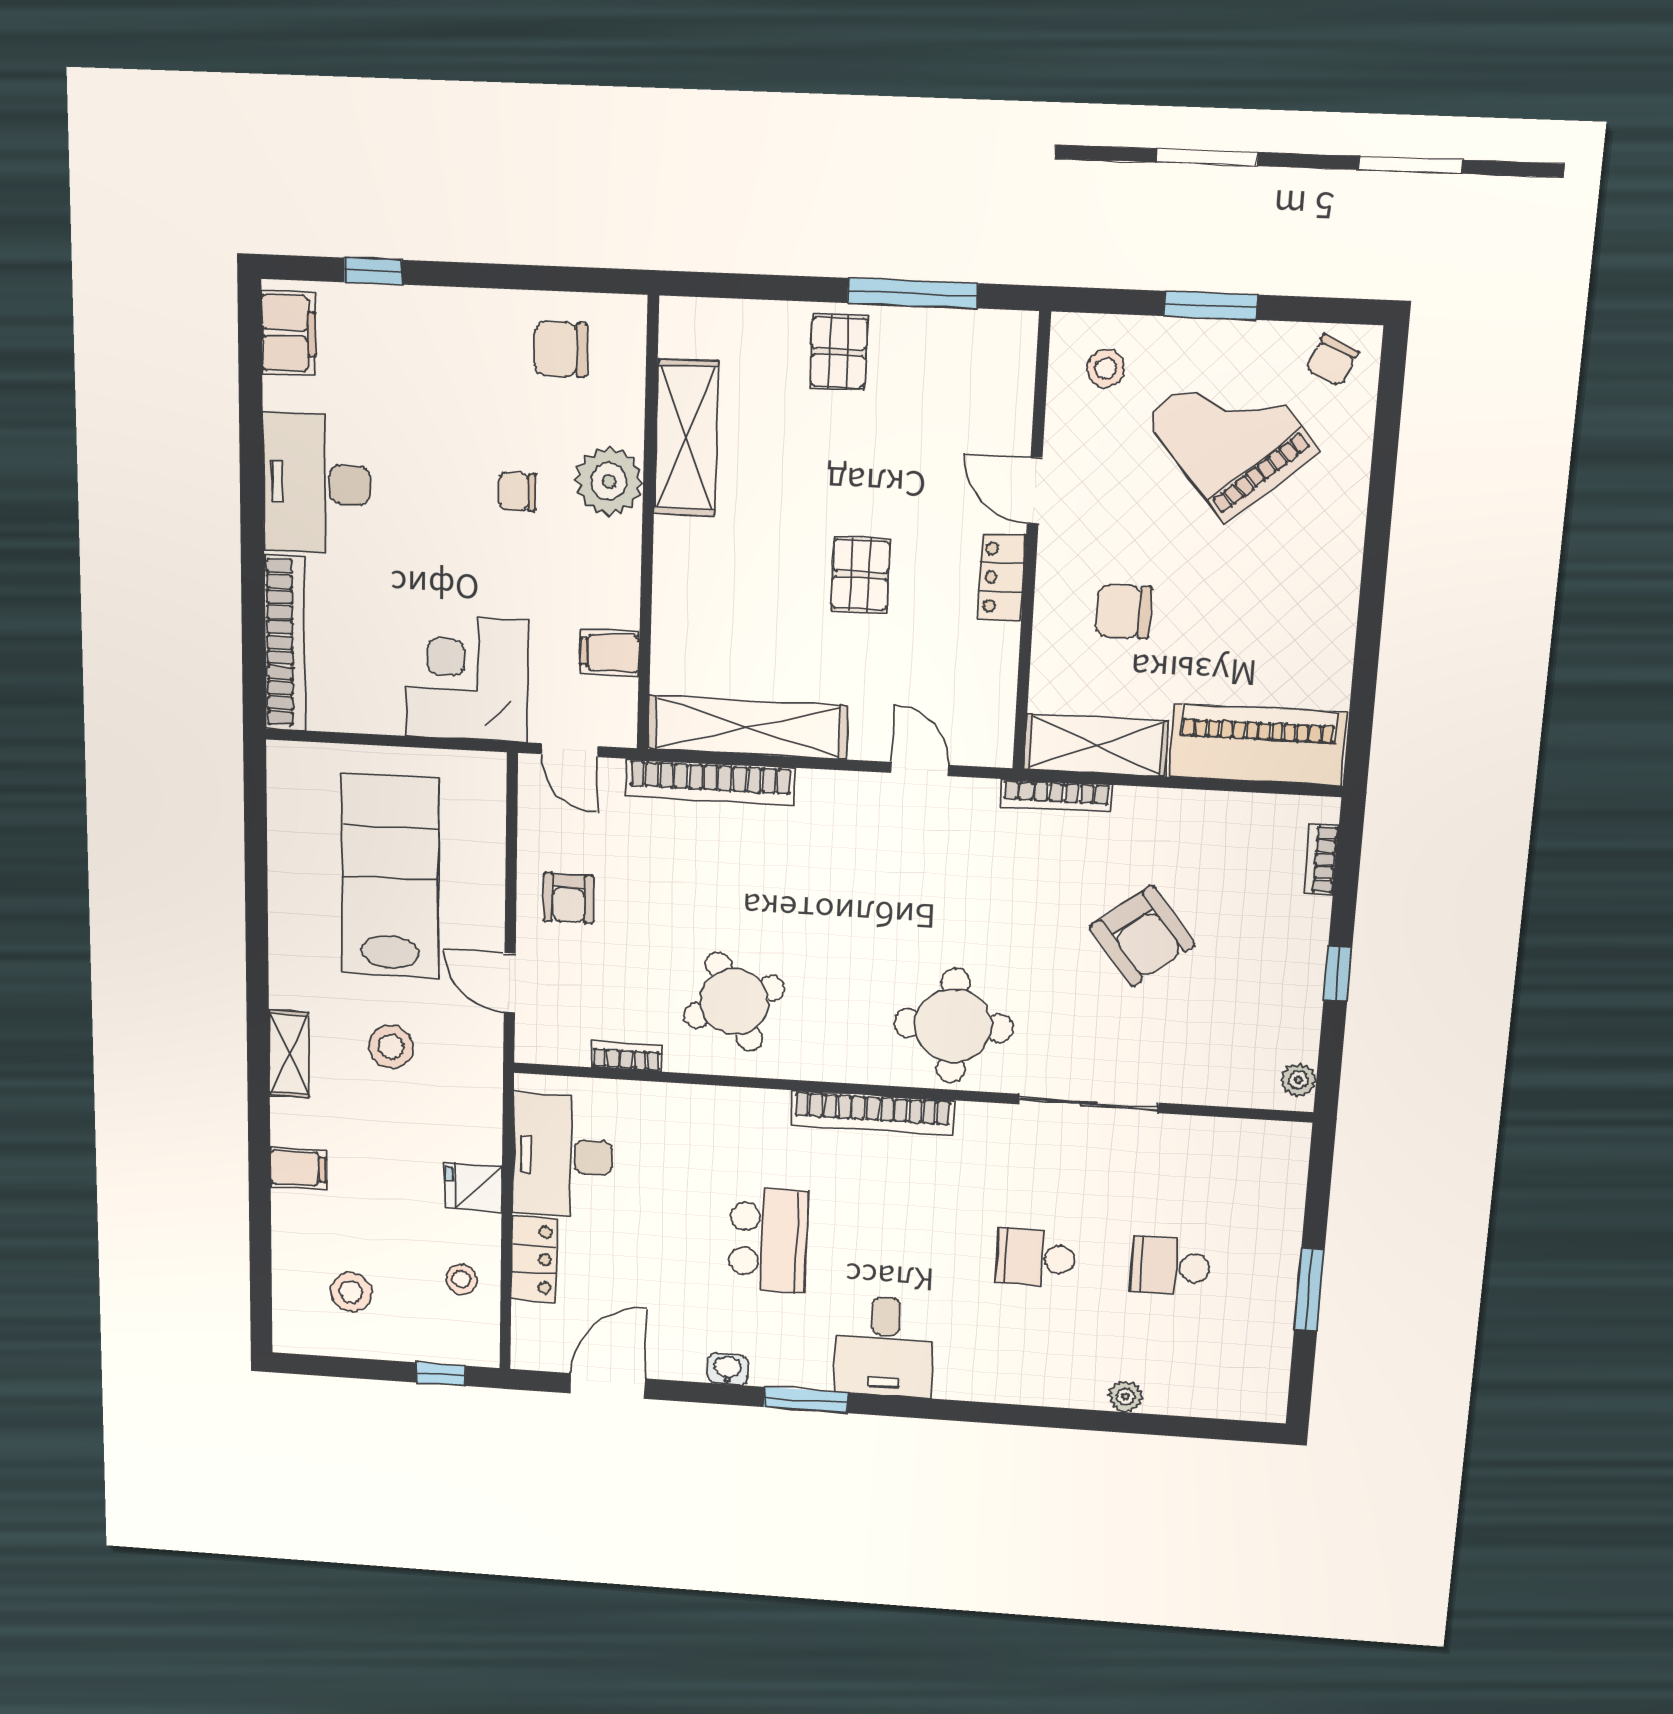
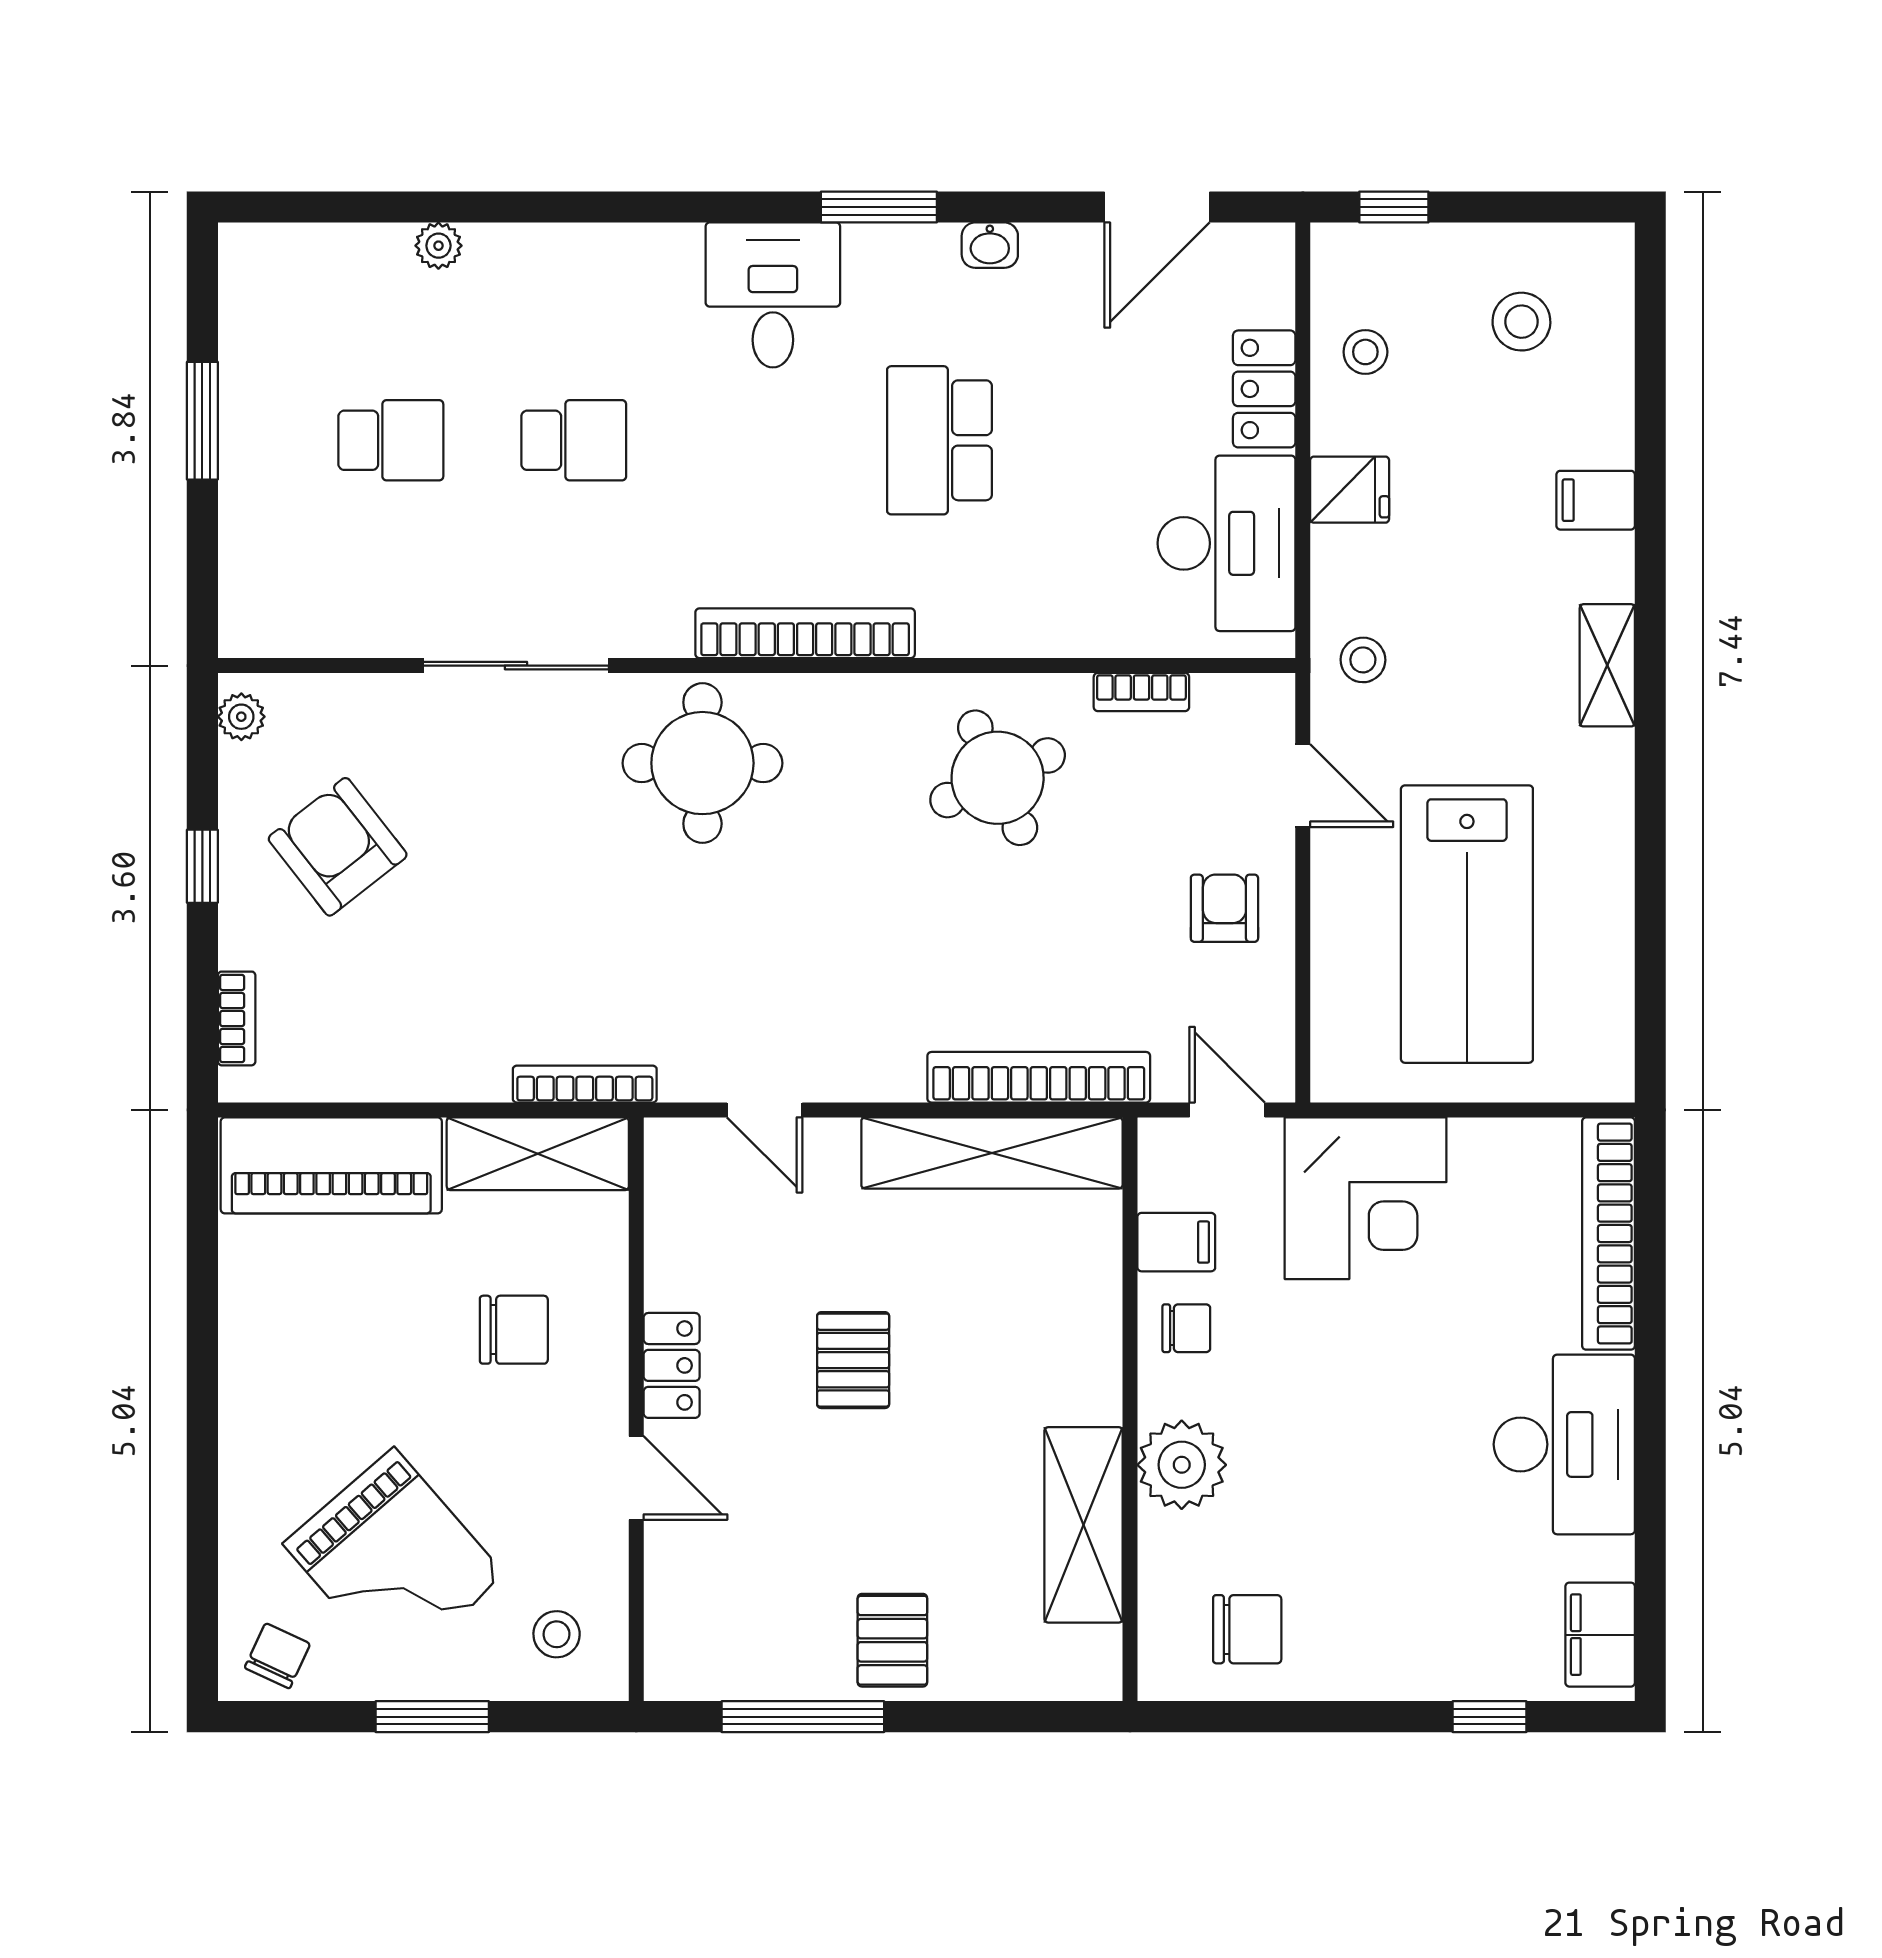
chair: (517, 492) -> (1186, 1328), moved
armchair: (1142, 936) -> (338, 847), moved
stool: (391, 1047) -> (1363, 660), moved, width x0.73, depth x0.73

